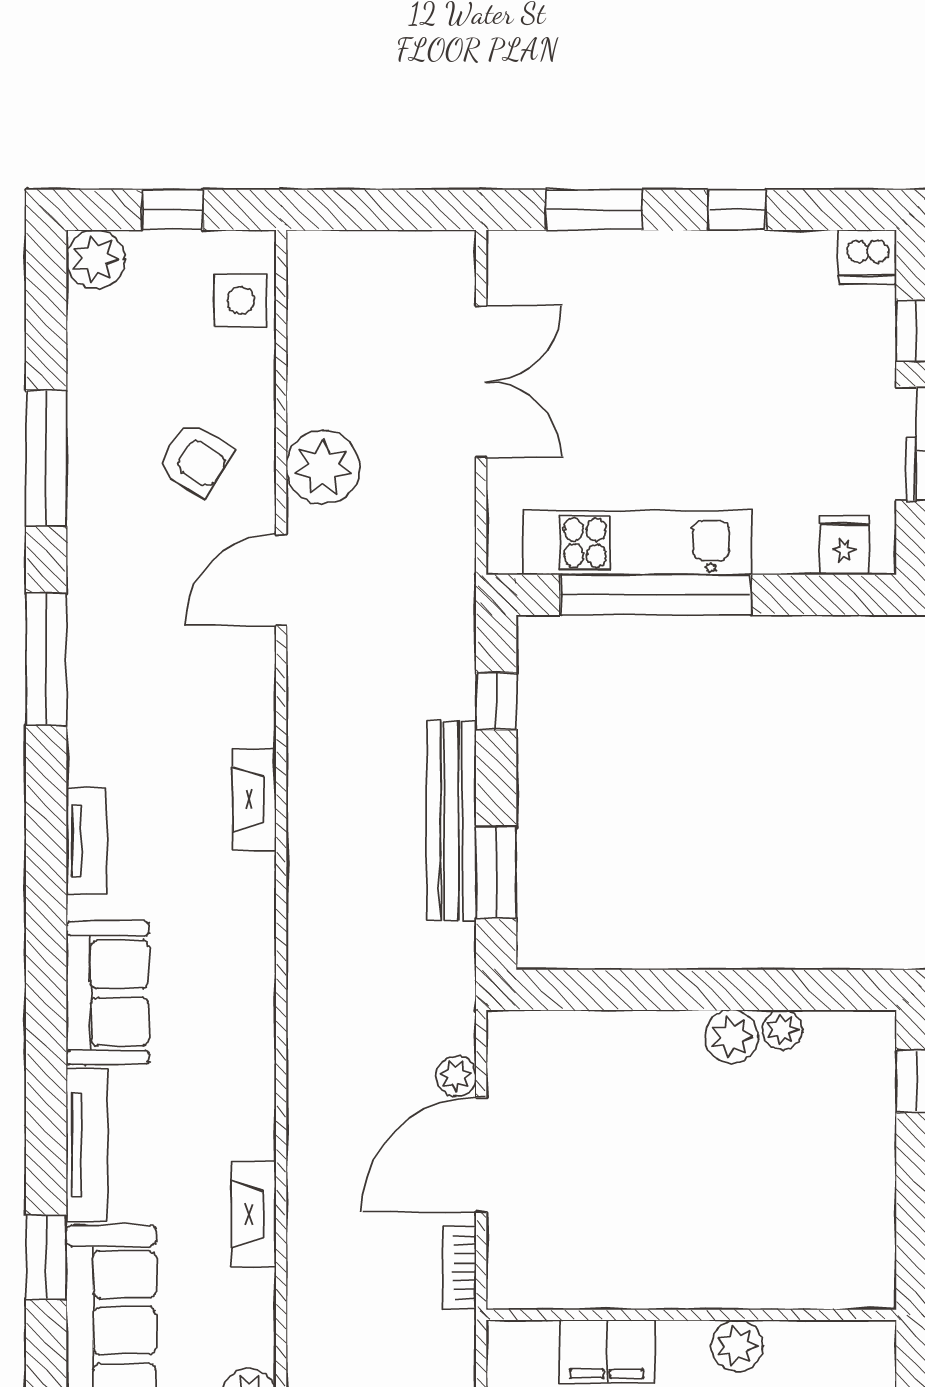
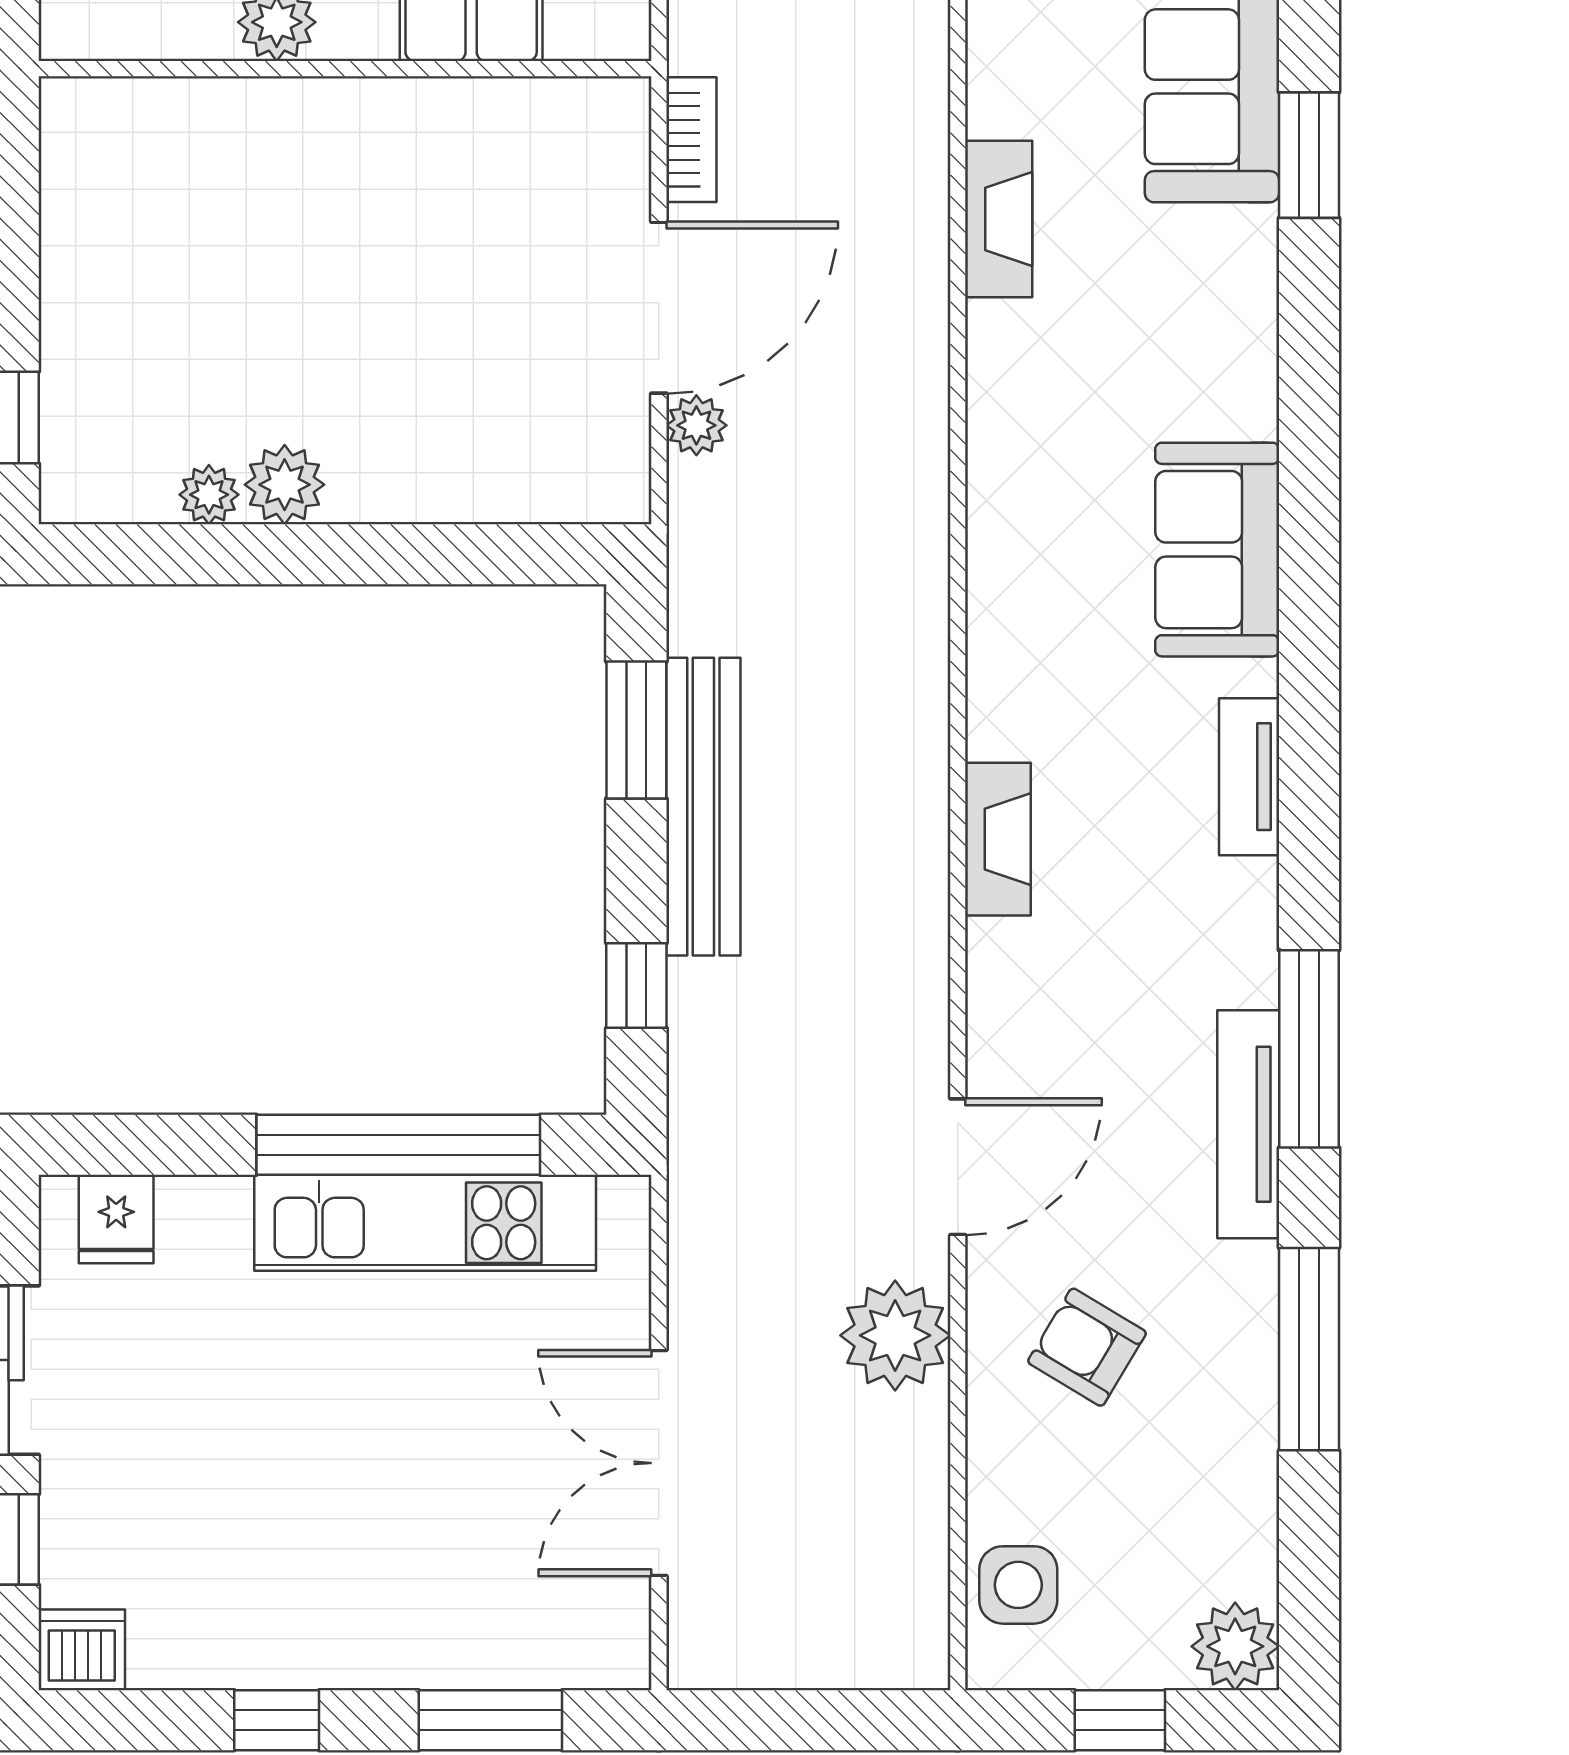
tv unit: (87, 1145) -> (1248, 1124), moved

